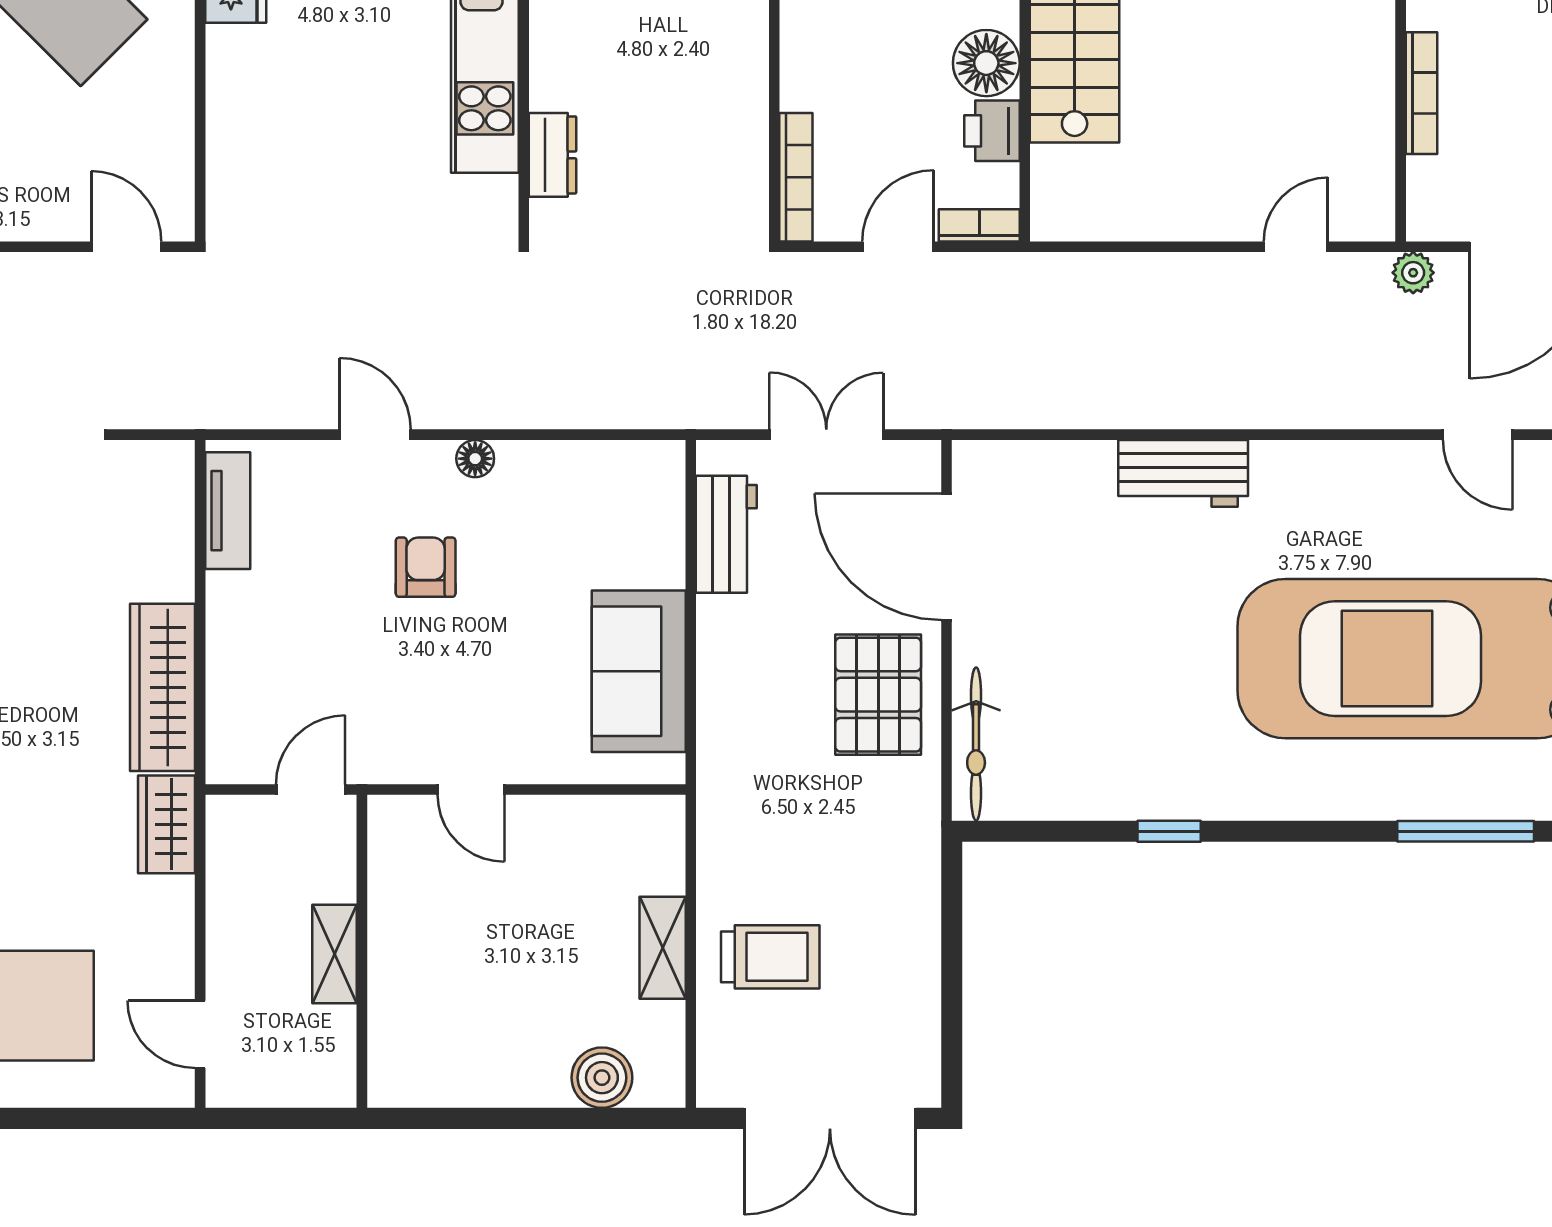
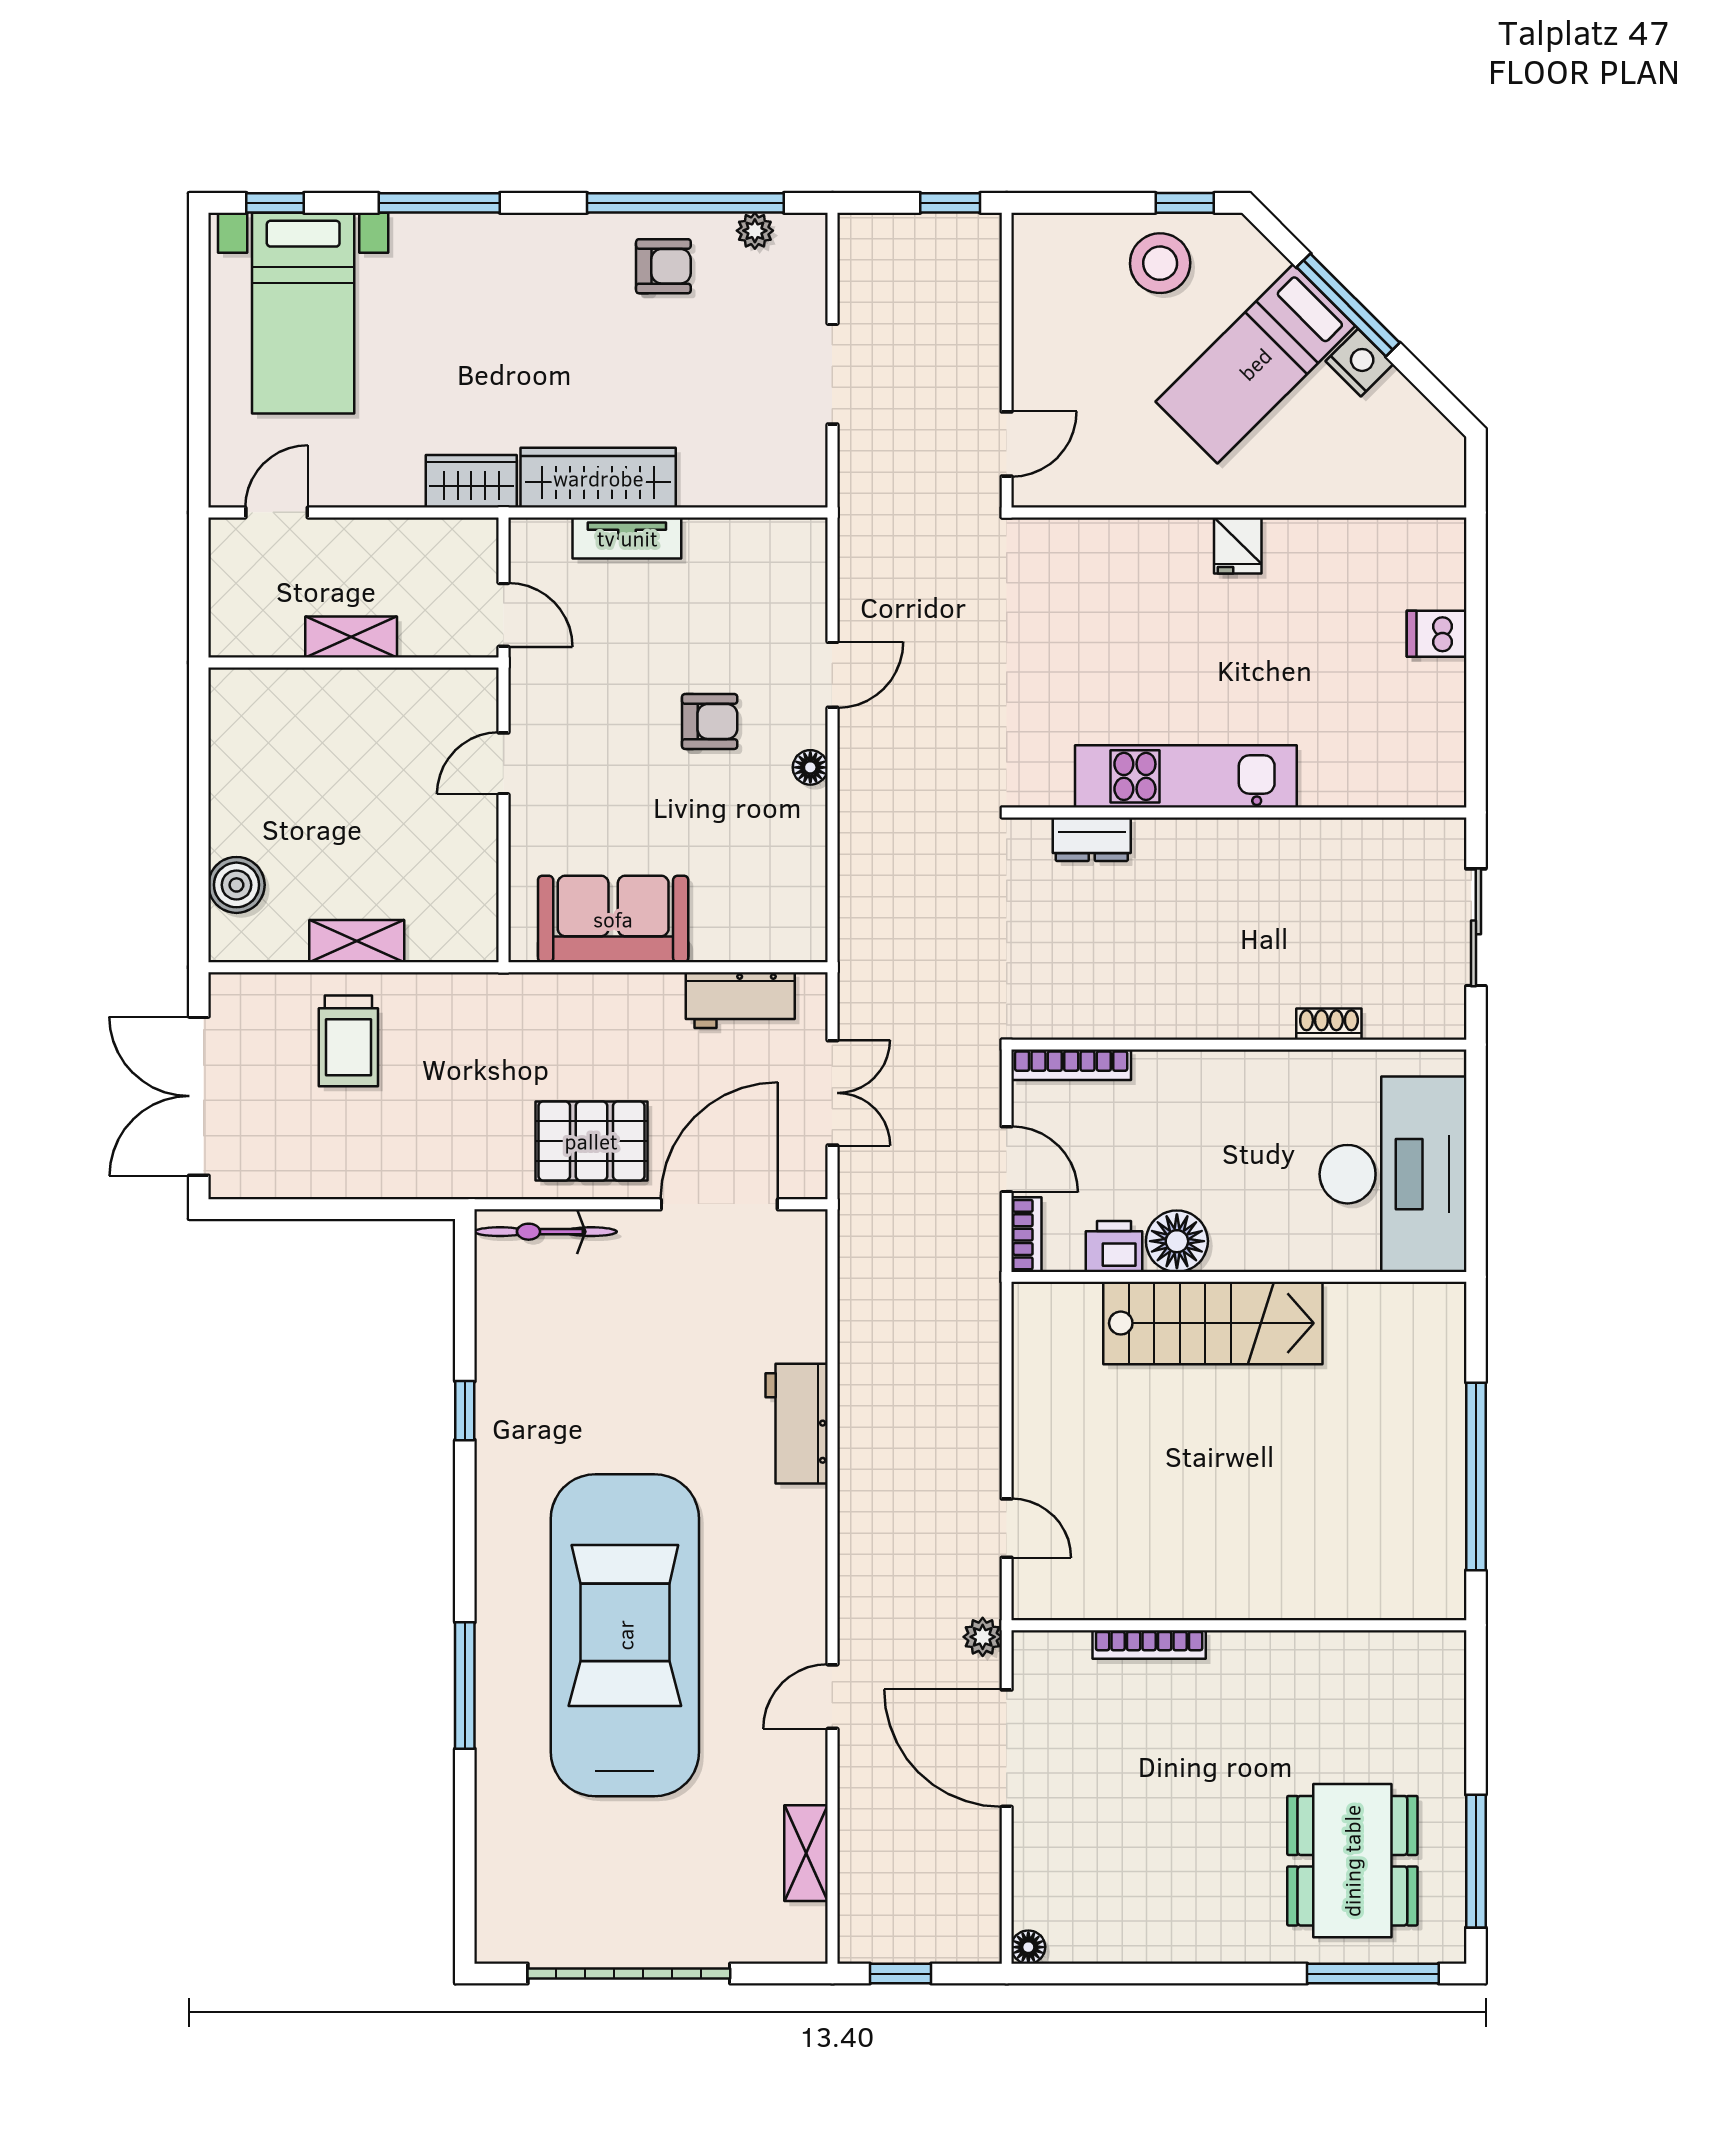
tv unit: (228, 511) -> (627, 538), moved

